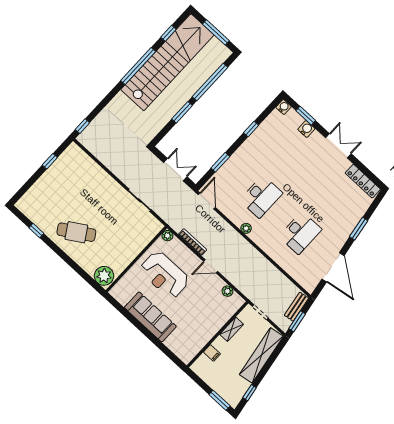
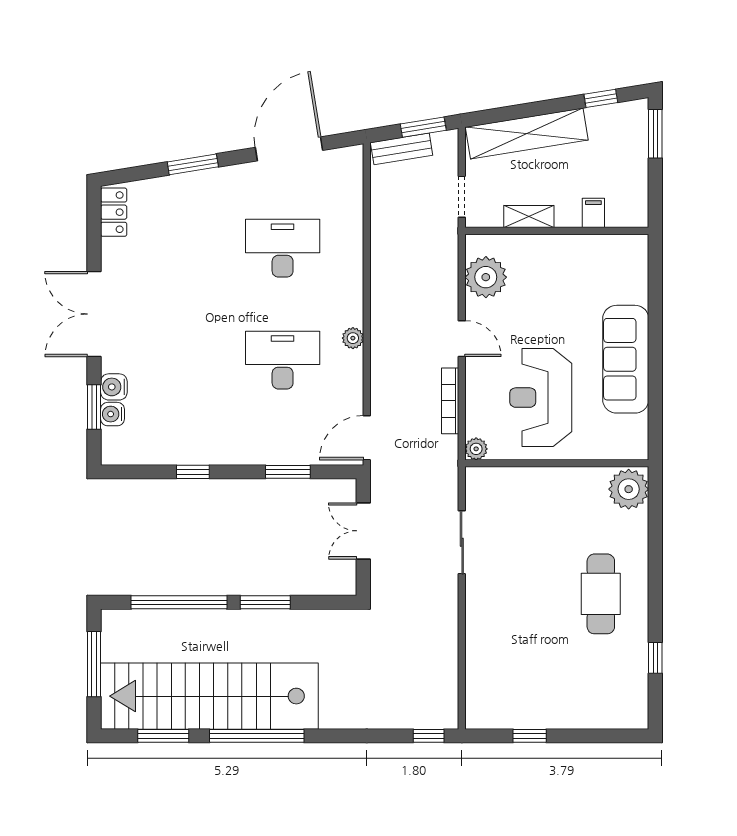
window: (168, 33) -> (163, 736), width x1.50
water cooler: (284, 107) -> (113, 414), moved
double door: (338, 146) -> (94, 314), width x1.37
locker: (363, 181) -> (114, 212), width x0.66
cafe table: (76, 232) -> (601, 594), turned 32
reception desk: (164, 275) -> (541, 398), turned 180
plant: (227, 291) -> (486, 277), width x1.88, depth x1.88

